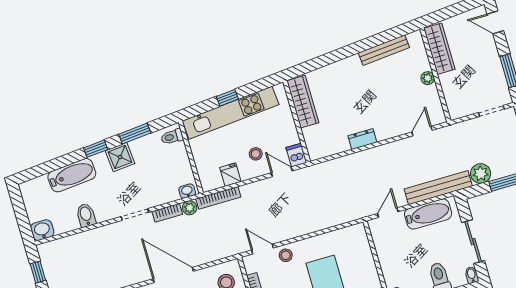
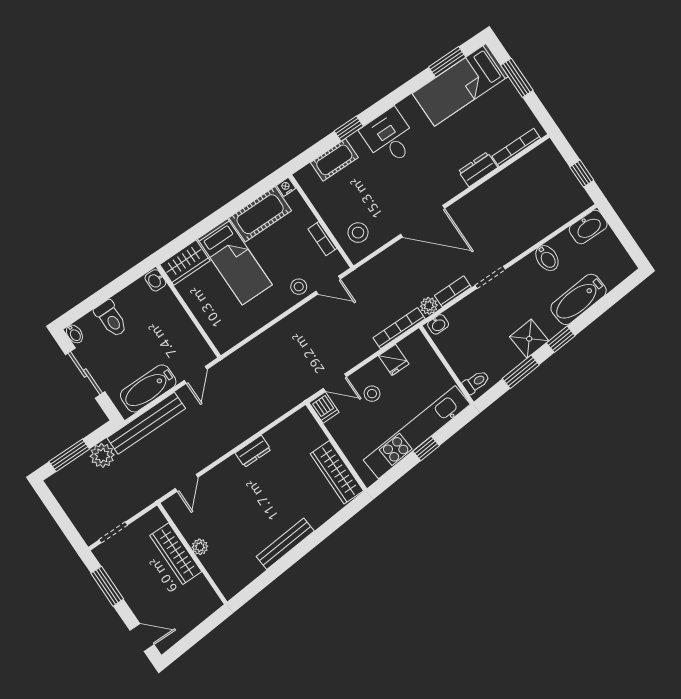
wardrobe: (439, 49) -> (176, 554), moved
bench: (384, 50) -> (285, 544), moved
washbasin: (42, 230) -> (588, 227), width x1.38

